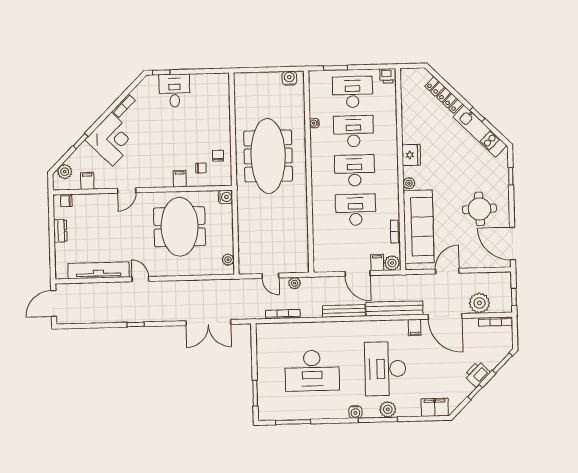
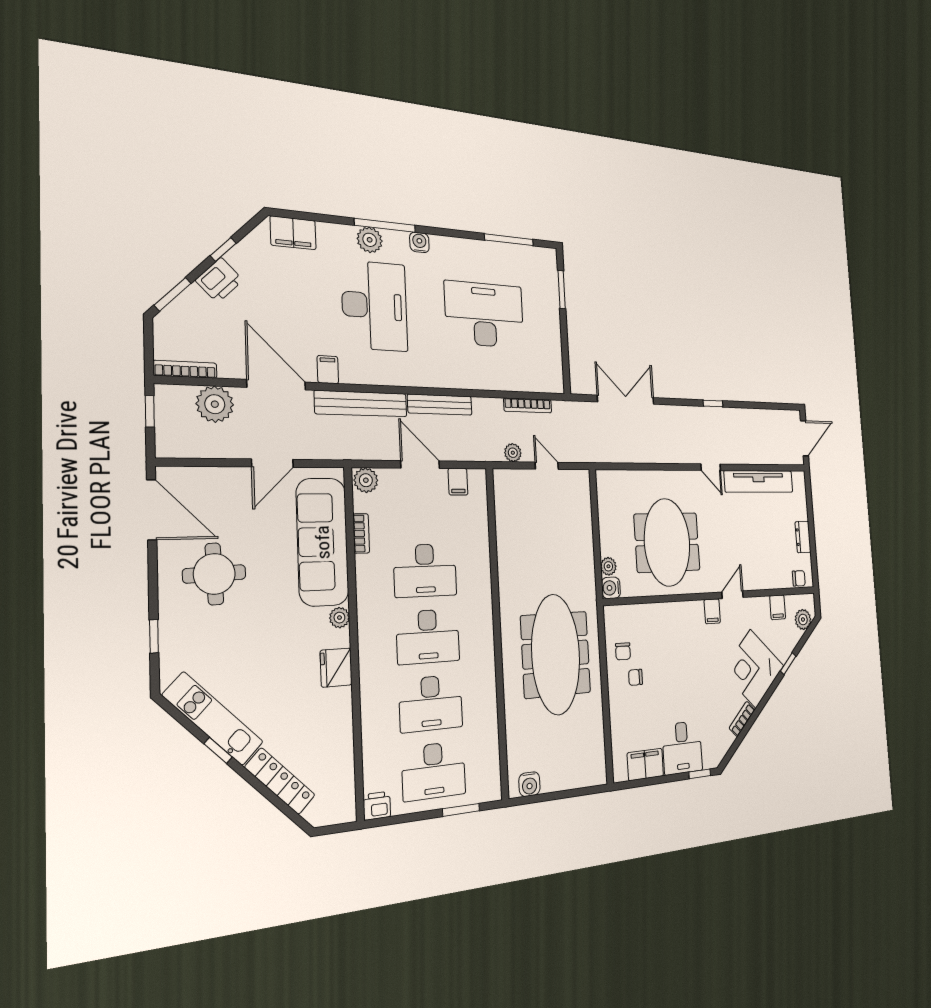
filing cabinet: (204, 82) -> (645, 764), added
water cooler: (314, 123) -> (491, 712), removed
chair: (201, 168) -> (635, 677), moved
filing cabinet: (180, 179) -> (712, 611), moved
plant: (228, 260) -> (608, 566), moved
filing cabinet: (377, 263) -> (458, 482), moved

